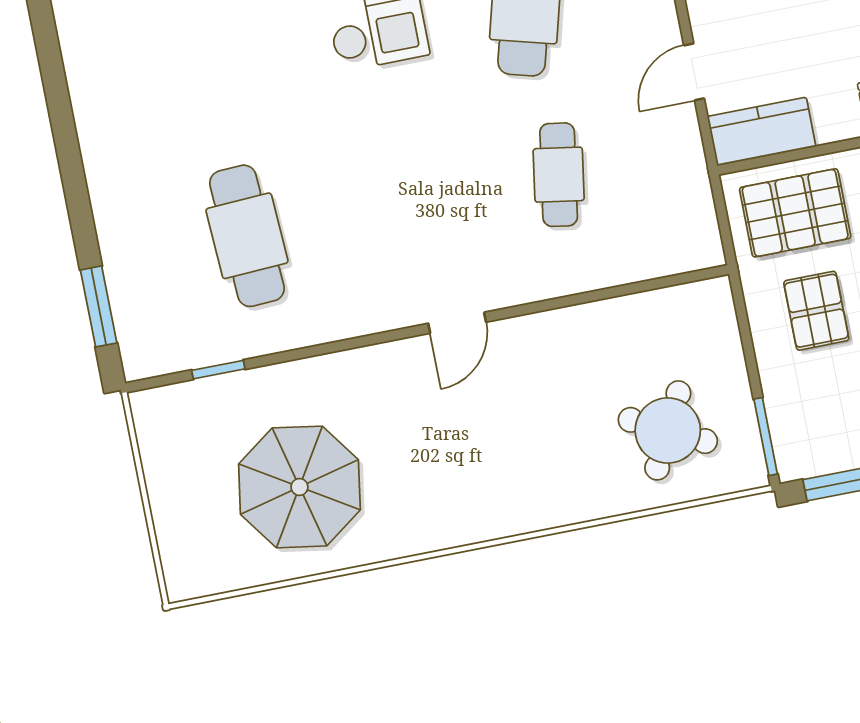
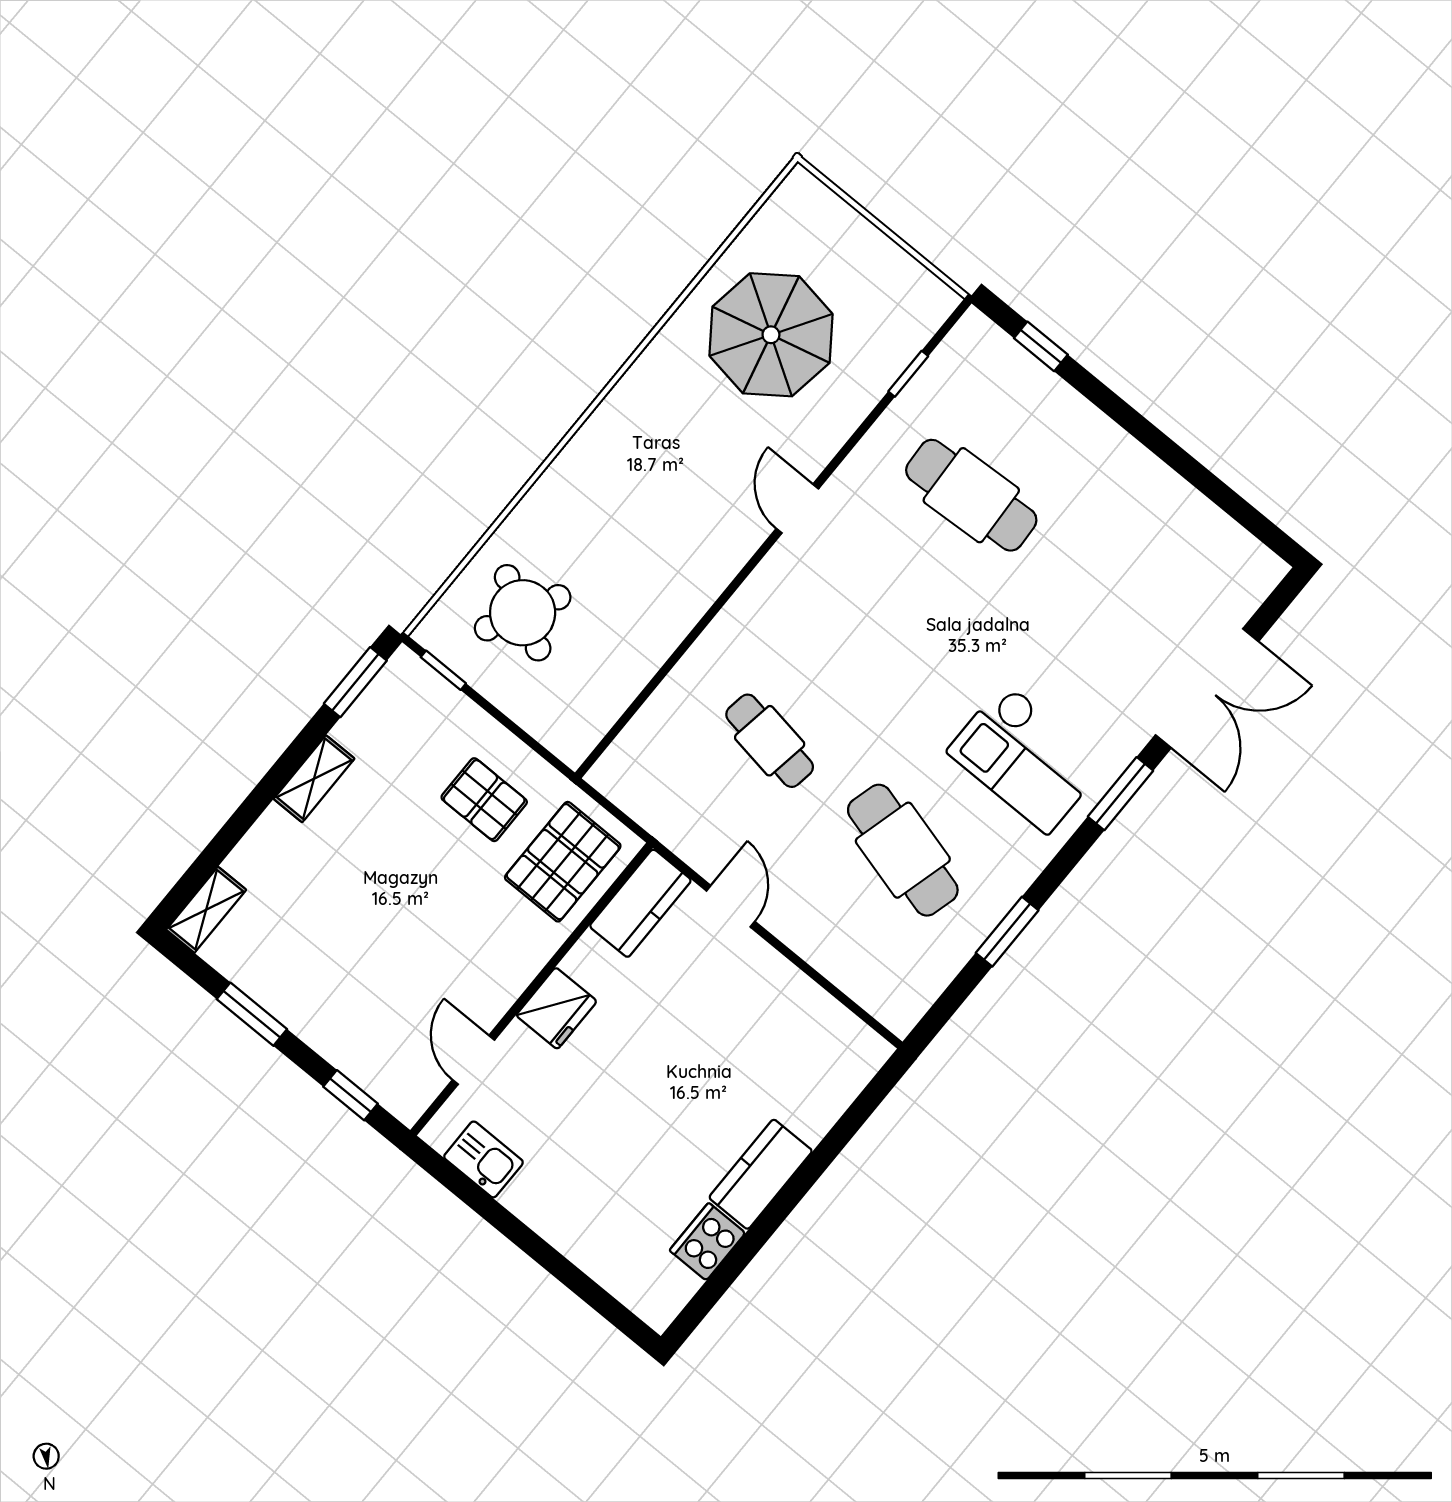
window: (99, 306) -> (1041, 346), width x0.67
door: (457, 323) -> (797, 509), moved
window: (766, 437) -> (443, 670), width x0.67

